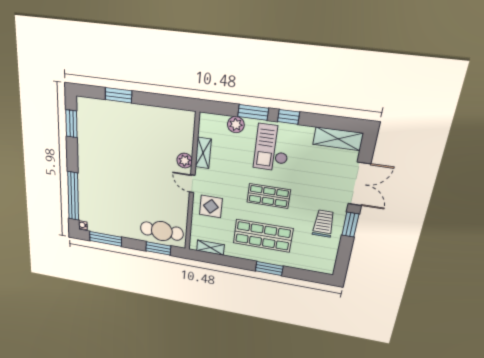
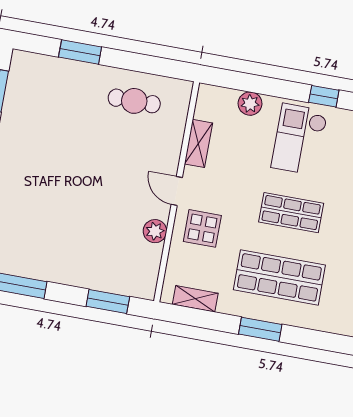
window: (253, 112) -> (276, 87), removed
plant: (185, 161) -> (155, 231), moved
cafe table: (162, 231) -> (134, 101), moved, width x0.73, depth x0.74
window: (269, 268) -> (260, 329), moved

